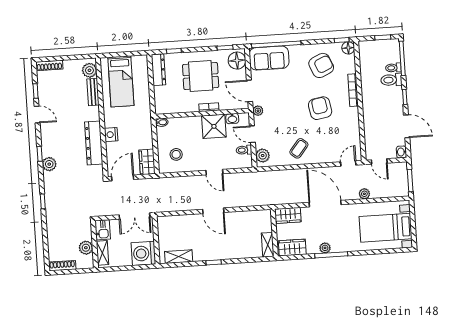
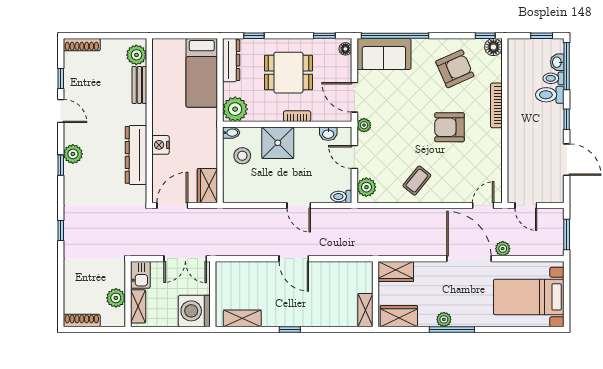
floor lamp: (237, 61) -> (345, 49), width x0.53, depth x0.53
bed: (121, 81) -> (202, 73), moved
plant: (164, 105) -> (235, 109), added
armchair: (320, 108) -> (449, 127), turned -80
shower: (214, 126) -> (278, 143), moved
toilet: (244, 150) -> (341, 197), moved
washbasin: (401, 152) -> (557, 62), moved
stool: (176, 154) -> (242, 156), moved
plant: (49, 164) -> (73, 154), moved
door: (325, 204) -> (469, 259), moved

